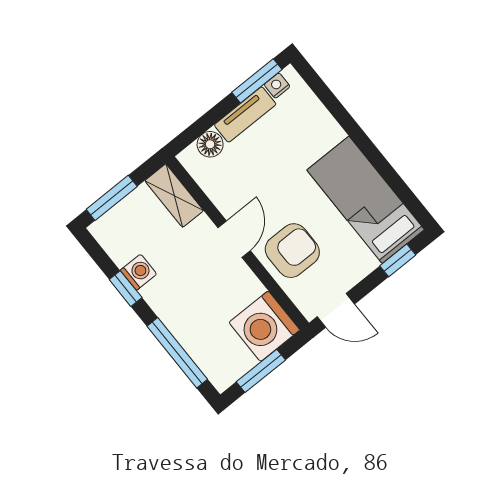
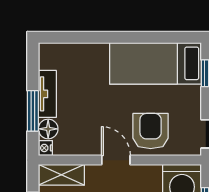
window: (257, 81) -> (33, 111), moved
nightstand: (277, 86) -> (45, 148), moved

